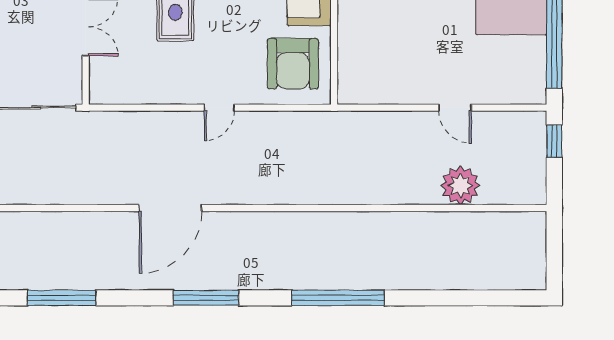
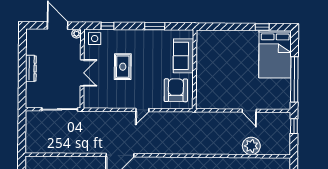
armchair: (293, 64) -> (176, 90), turned 180

